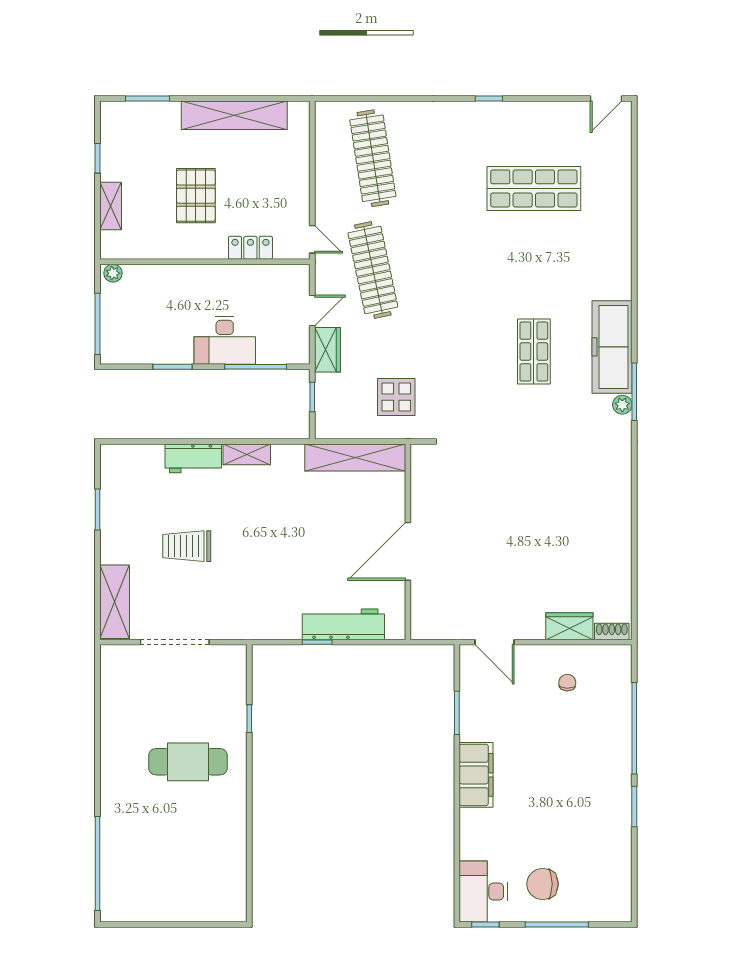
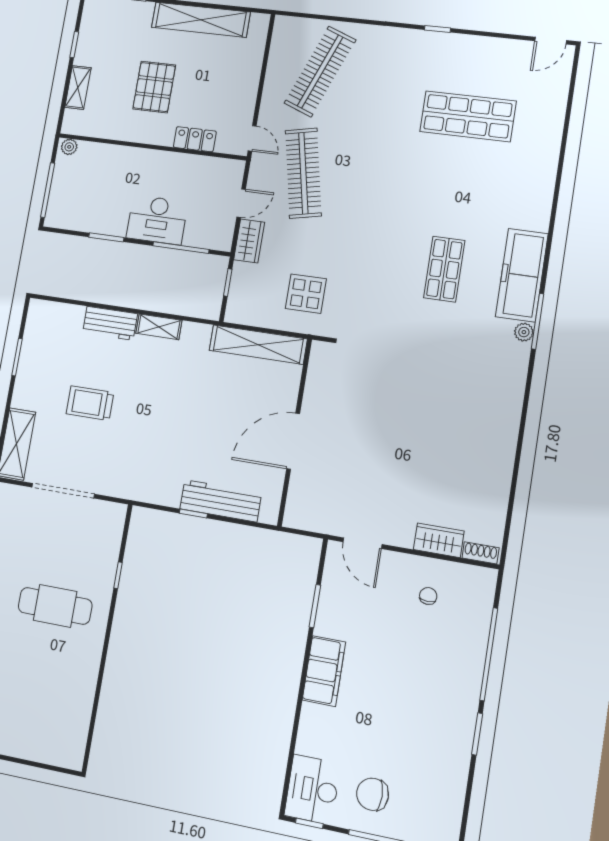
clothes rail: (373, 158) -> (320, 72), turned 30

